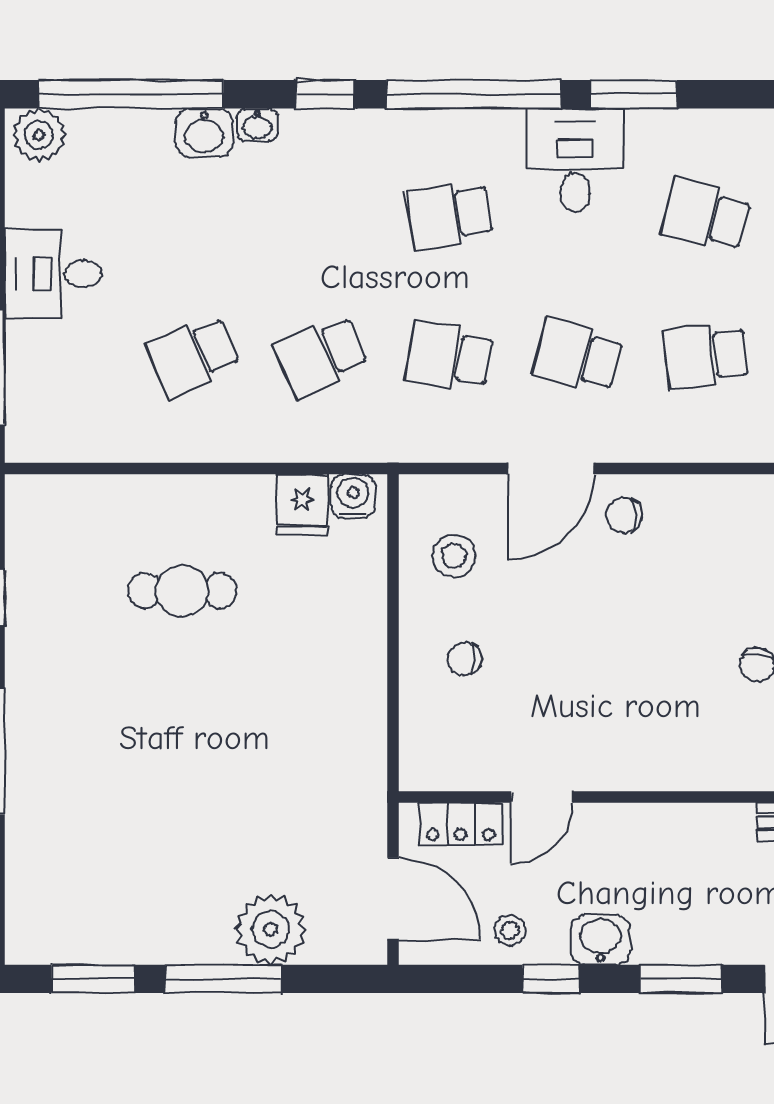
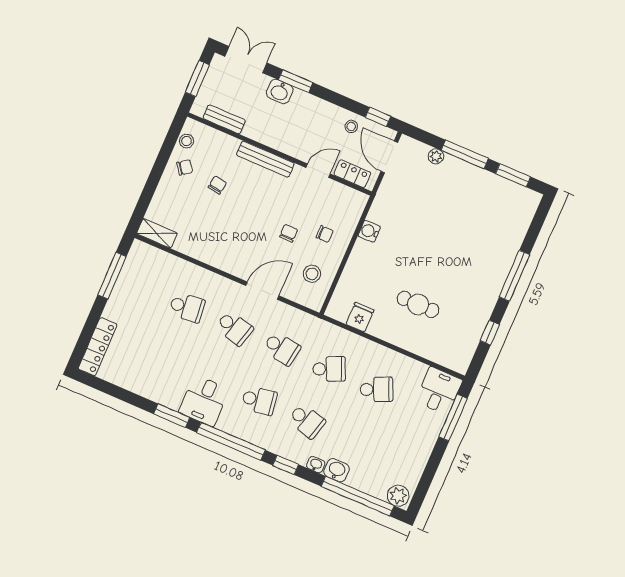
school desk: (706, 215) -> (307, 421), moved
desk: (53, 274) -> (439, 391), moved, turned -90
water cooler: (353, 496) -> (369, 231), moved, turned 90
chair: (624, 515) -> (289, 233), moved, turned -90
bench: (673, 771) -> (265, 159), added
plant: (271, 929) -> (436, 156), width x0.53, depth x0.53
washbasin: (600, 940) -> (280, 91), moved
window: (551, 979) -> (378, 117), moved

